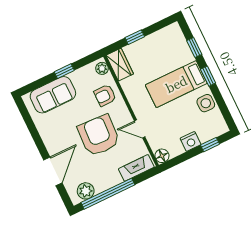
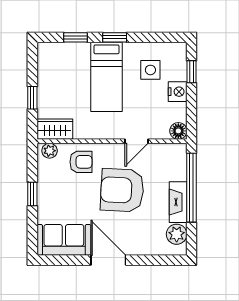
sofa: (53, 95) -> (64, 240), moved, turned -90
armchair: (105, 95) -> (81, 162), turned -90
side table: (206, 103) -> (150, 70), moved
fireplace: (136, 168) -> (178, 202), moved
door: (53, 171) -> (108, 260), moved
window: (108, 194) -> (191, 188), moved

